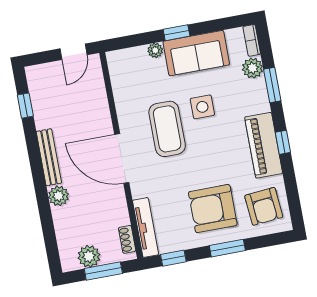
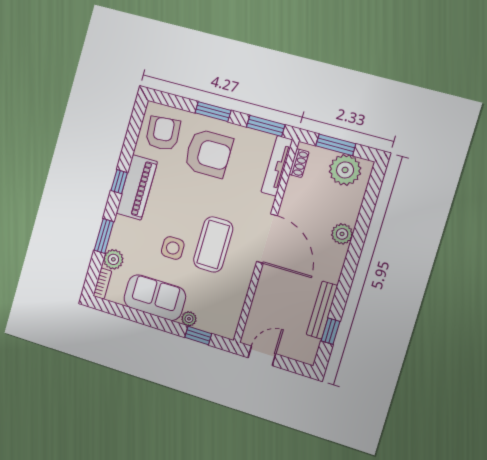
window: (176, 33) -> (198, 335), moved
bench: (49, 157) -> (322, 310), moved
plant: (89, 256) -> (345, 170), width x1.36, depth x1.36
window: (173, 258) -> (266, 126), width x1.50

